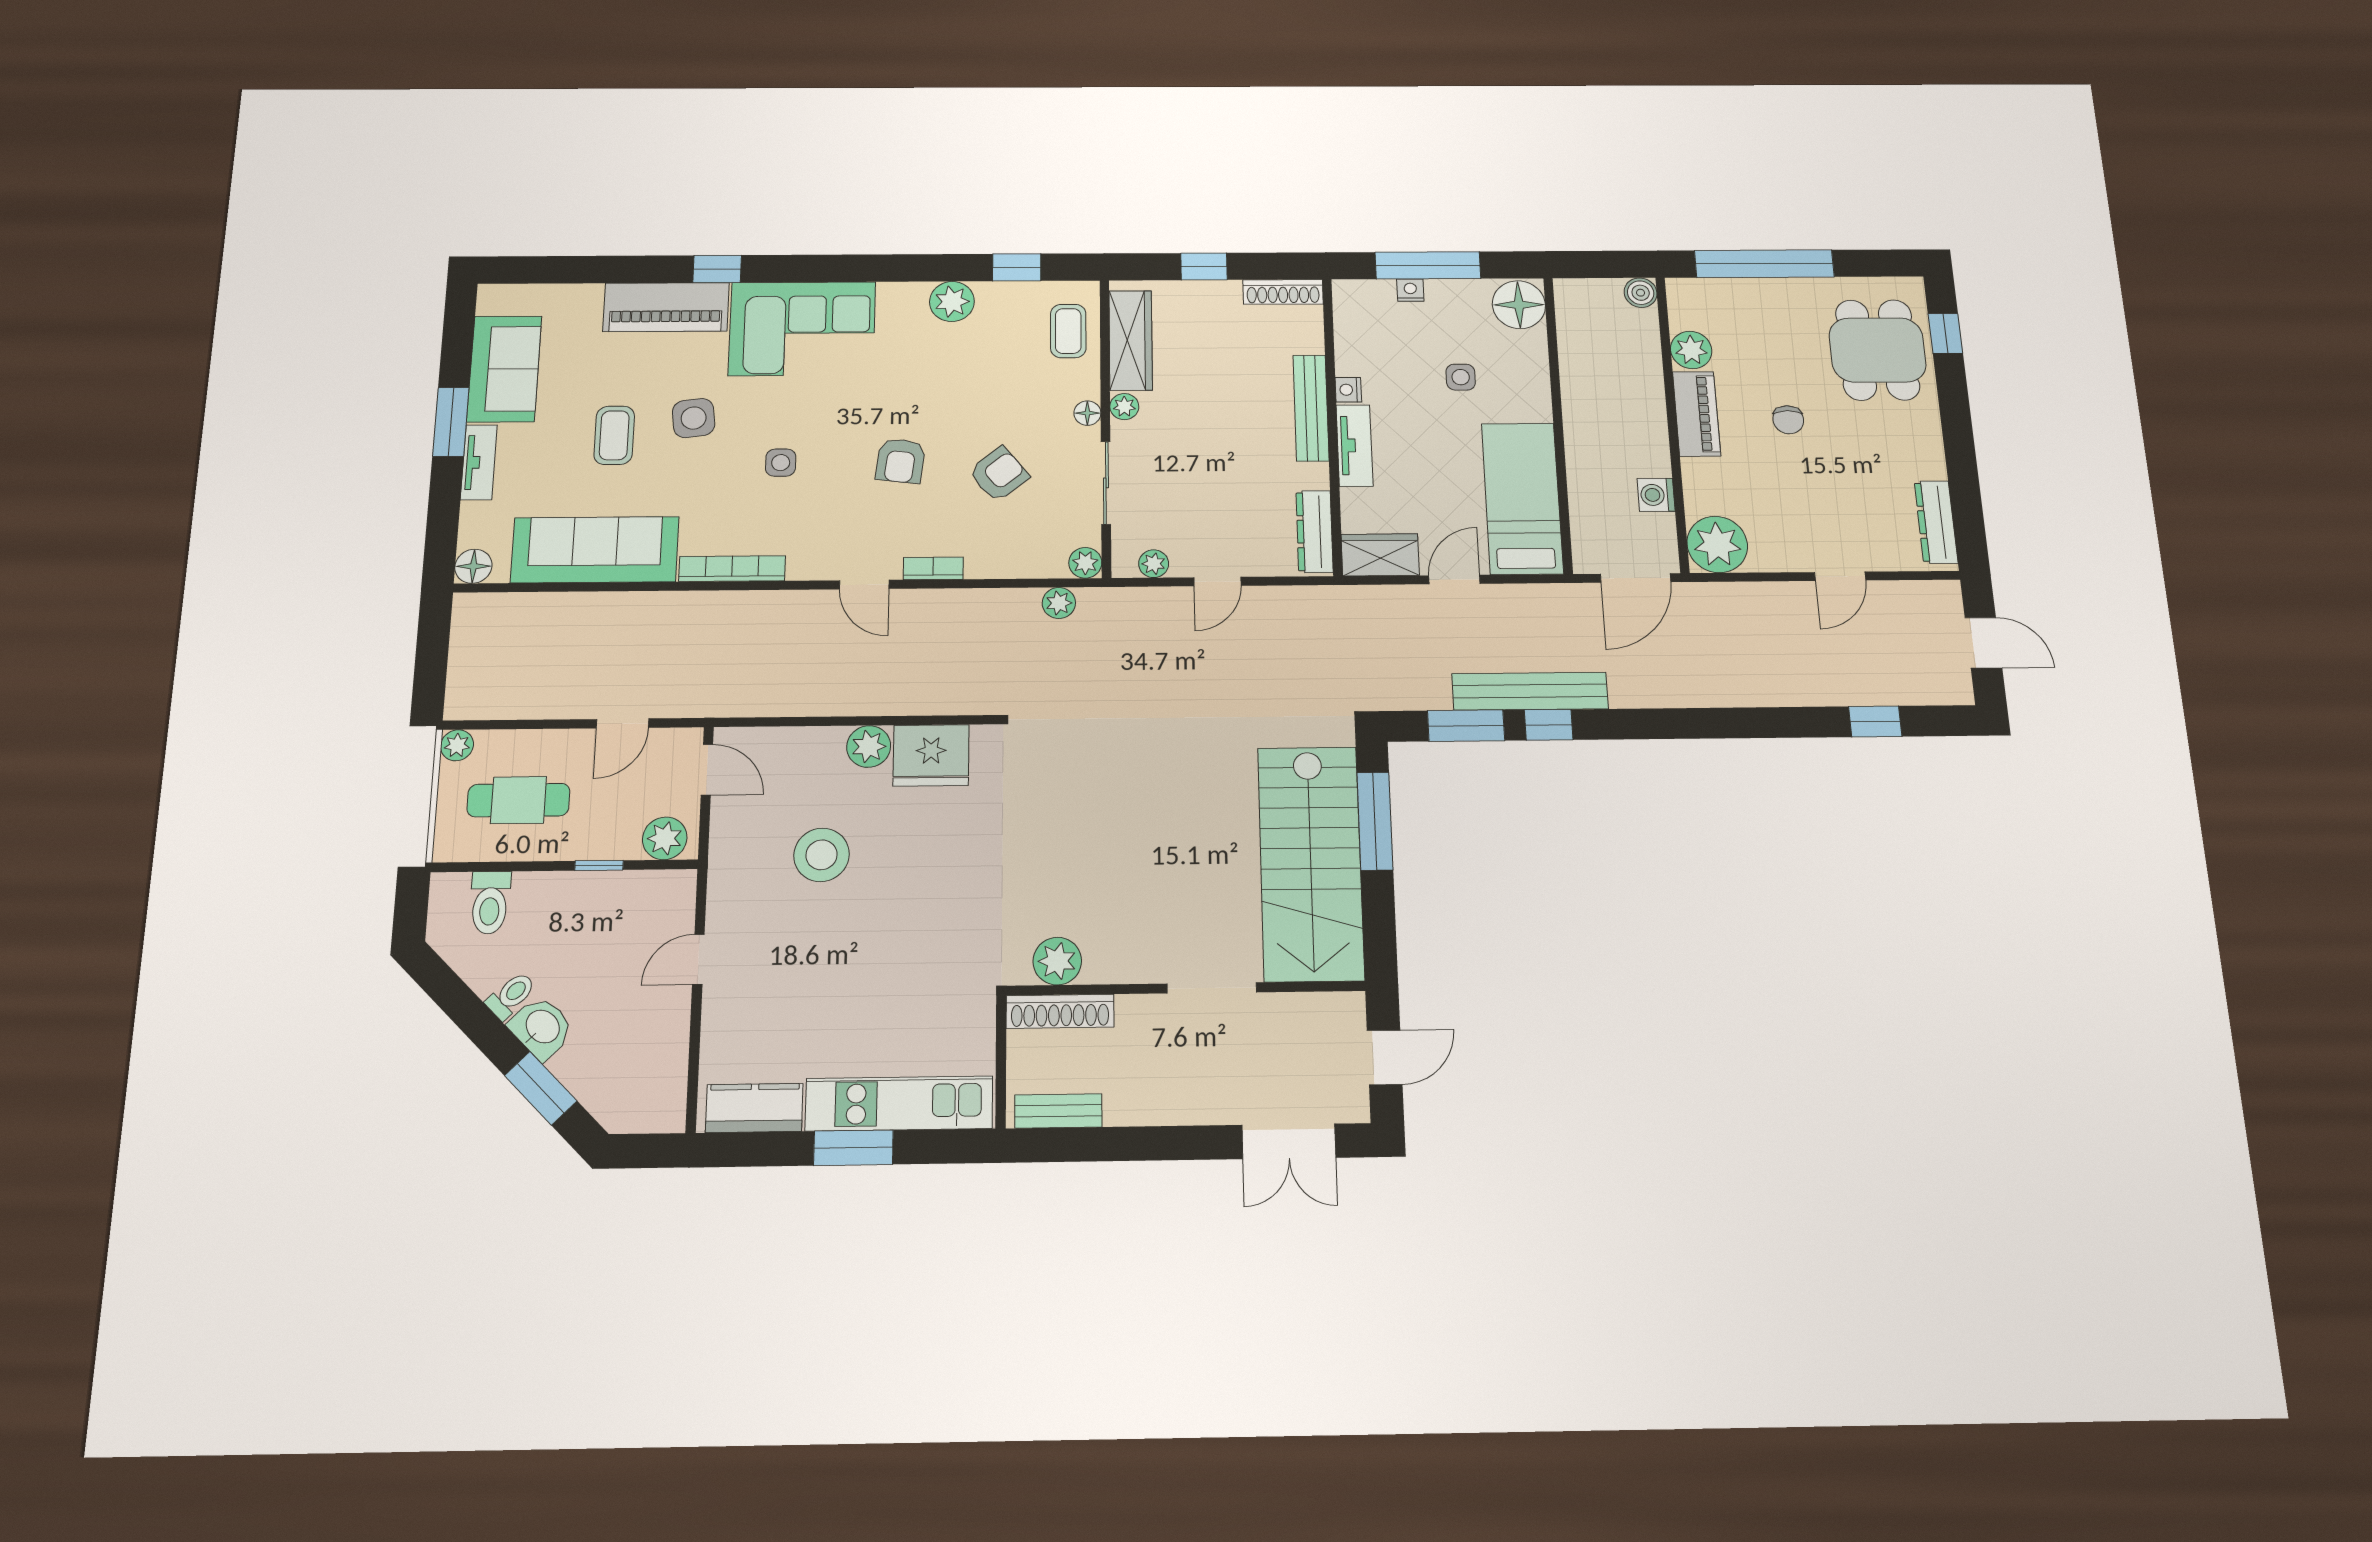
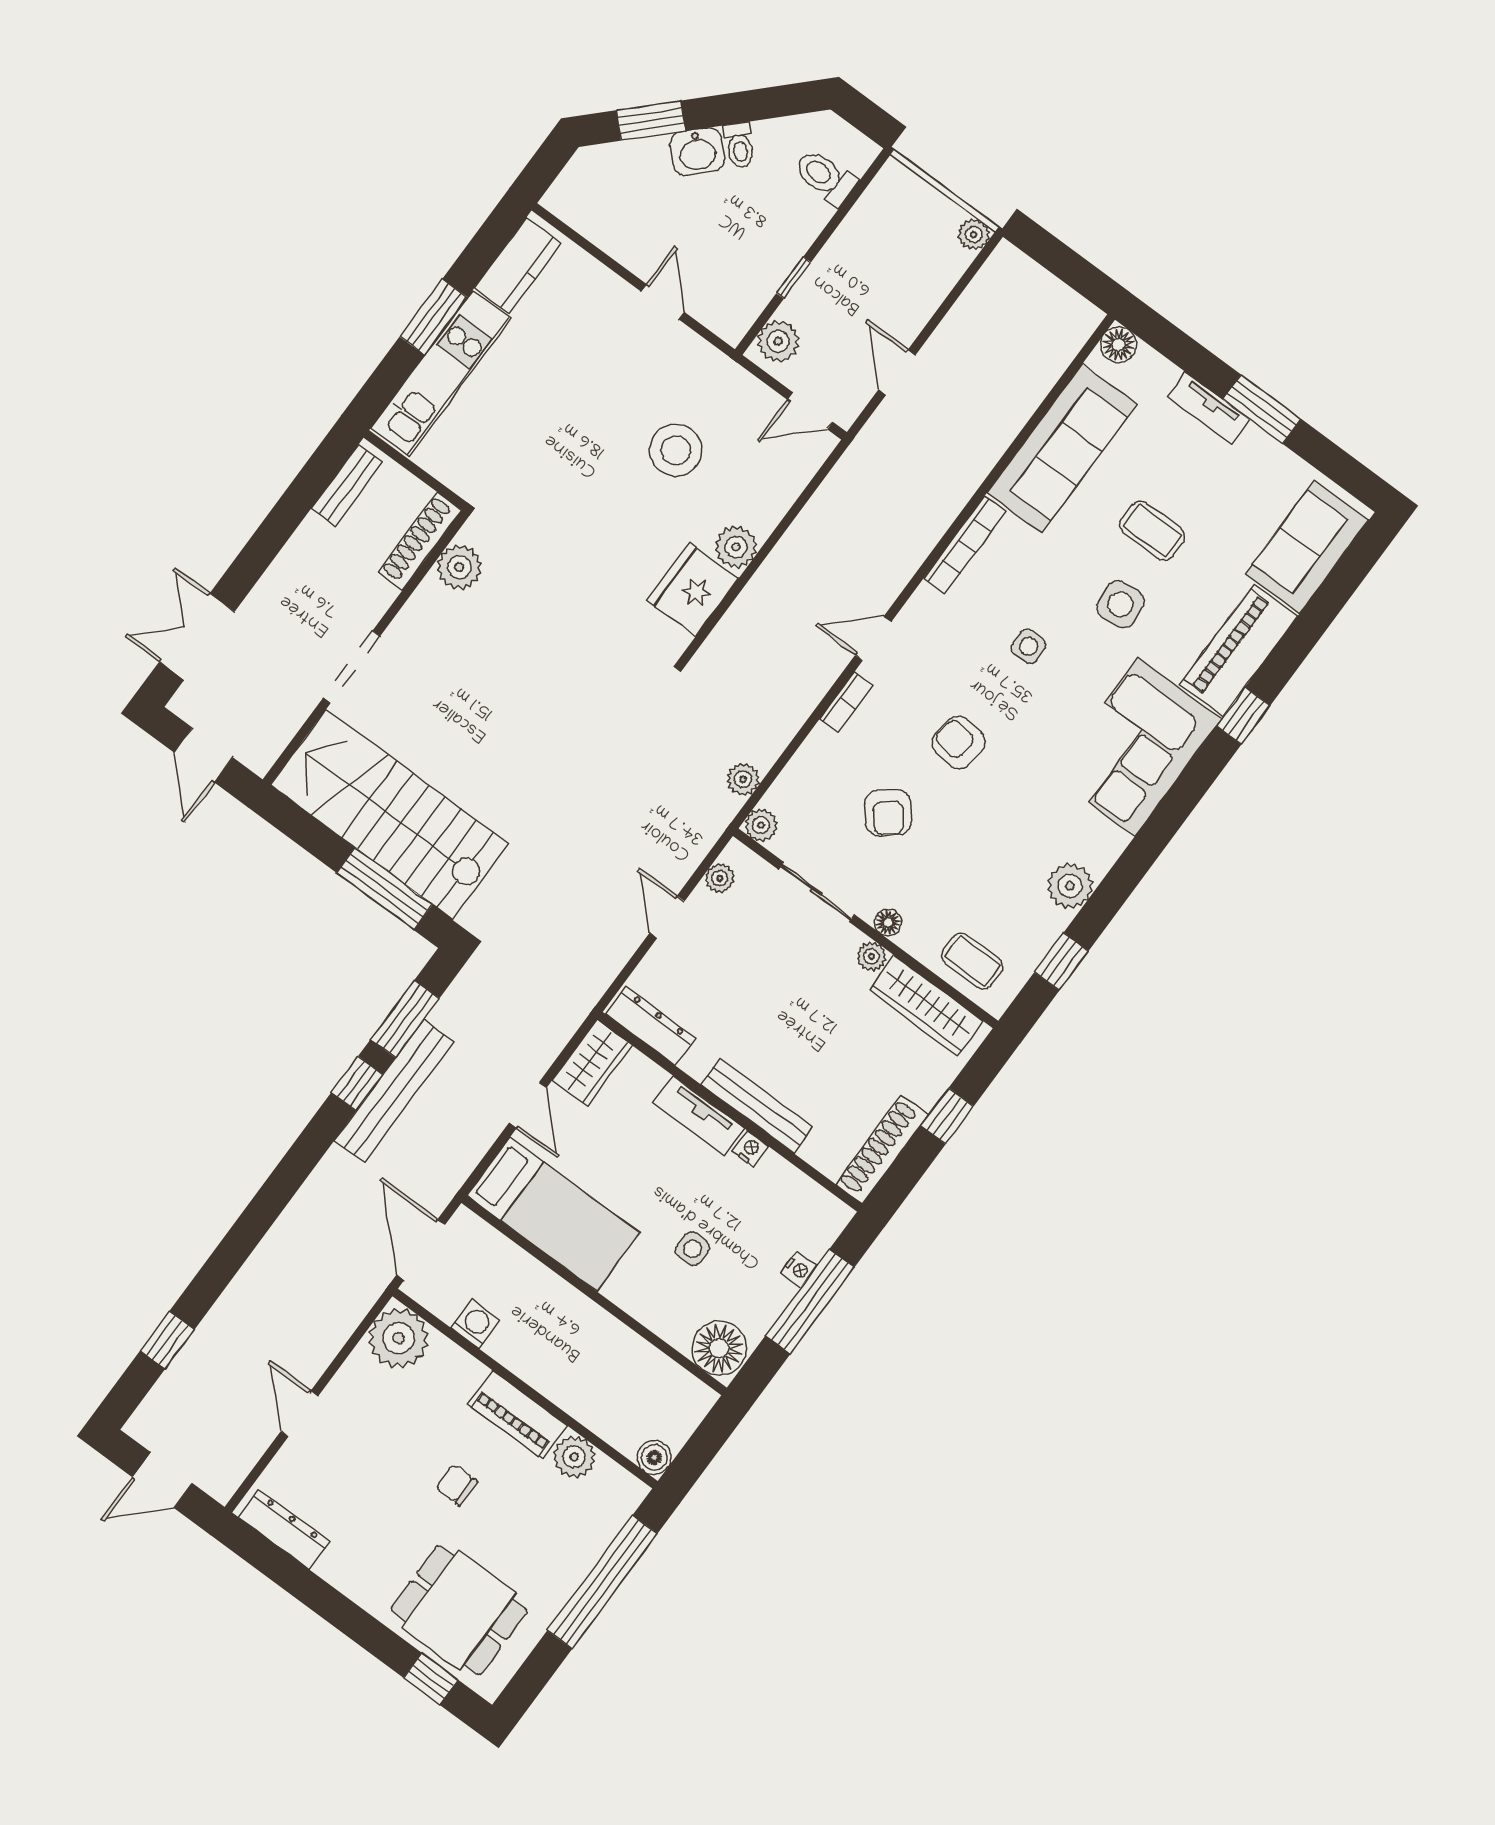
shoe rack: (1283, 292) -> (882, 1149), width x1.36, depth x1.24
sofa: (504, 369) -> (1307, 547), moved, turned 90
cafe table: (518, 800) -> (893, 252), removed

